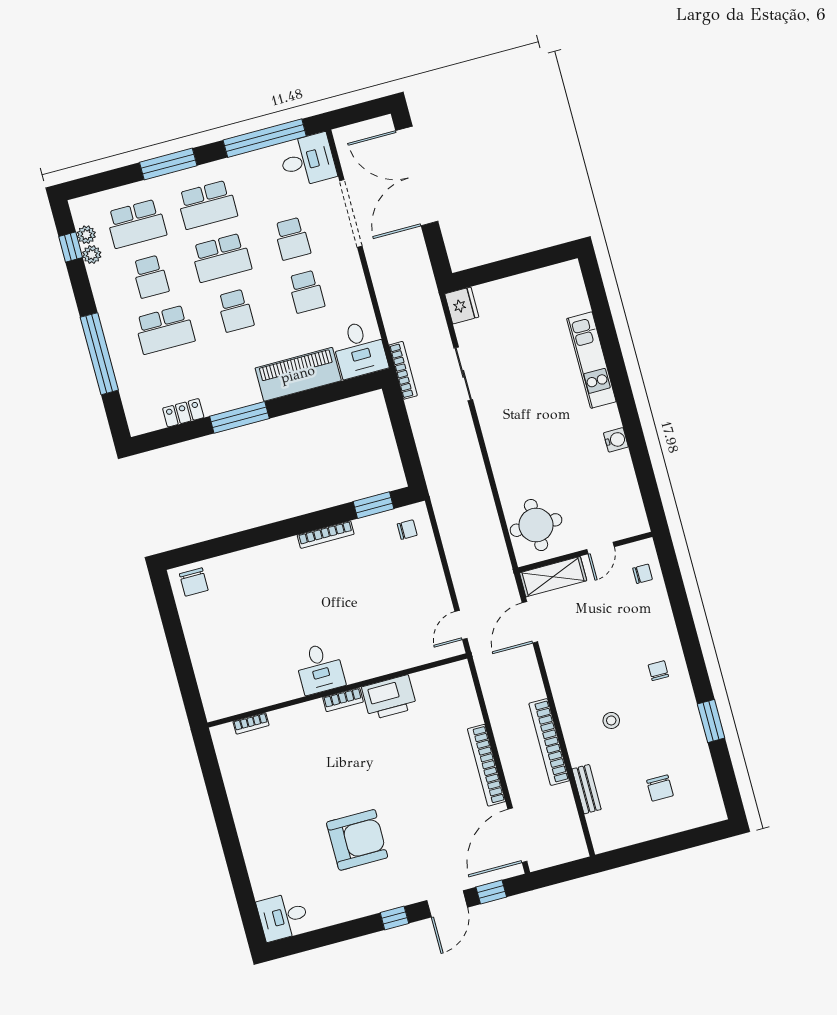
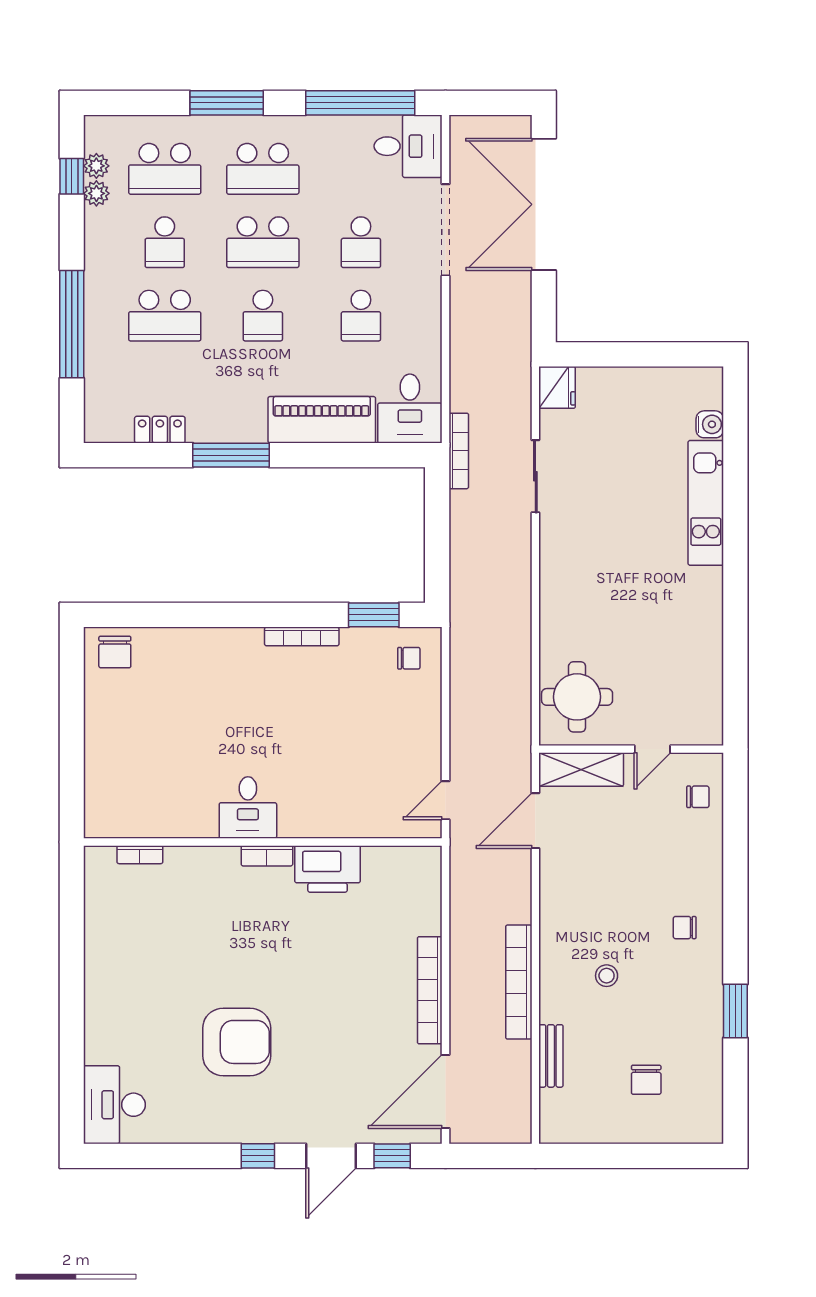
water cooler: (616, 440) -> (710, 424), moved
chair: (658, 671) -> (685, 928), turned -90
desk: (283, 916) -> (114, 1105), width x1.37

